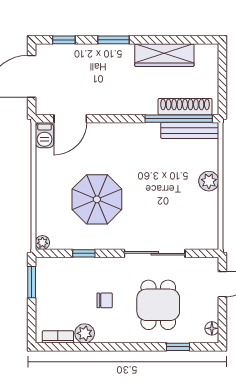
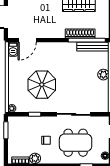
shoe rack: (185, 107) -> (80, 34), moved
dining table: (158, 305) -> (76, 143), width x1.38

